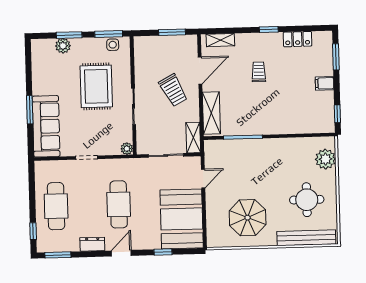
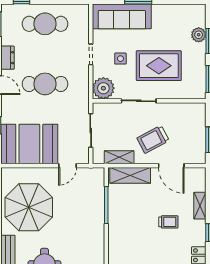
shelving: (220, 40) -> (200, 206), moved
side table: (113, 45) -> (120, 59), moved
shelving: (193, 138) -> (119, 157), moved
plant: (127, 149) -> (103, 88), width x1.88, depth x1.88
door: (203, 179) -> (68, 166), hinge flipped
parasol: (248, 218) -> (29, 207), width x1.36, depth x1.36

